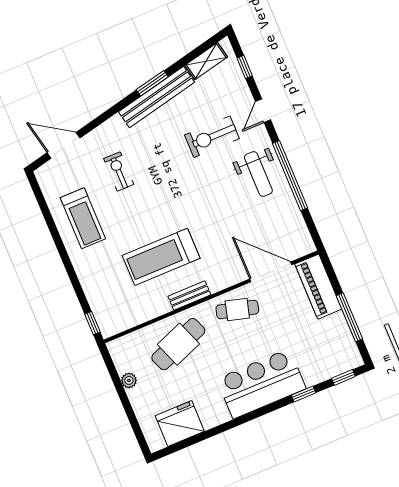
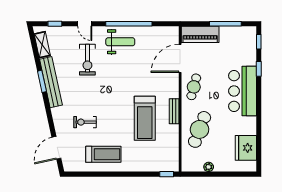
cafe table: (178, 344) -> (200, 129), turned 42

